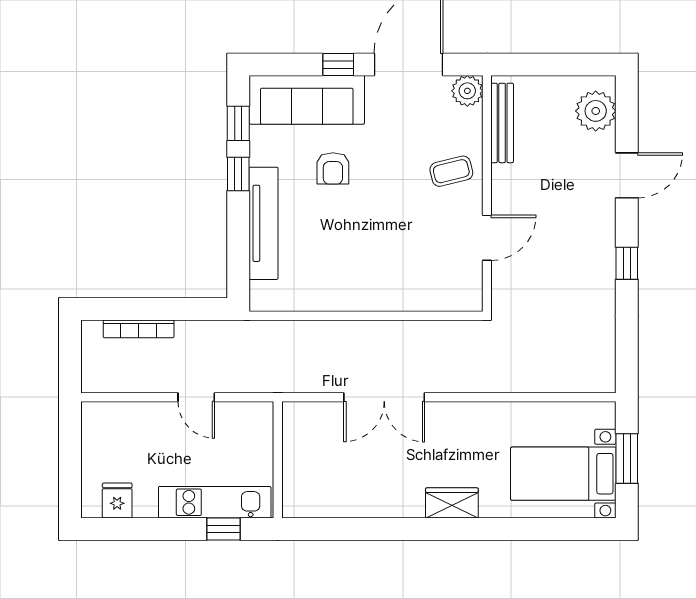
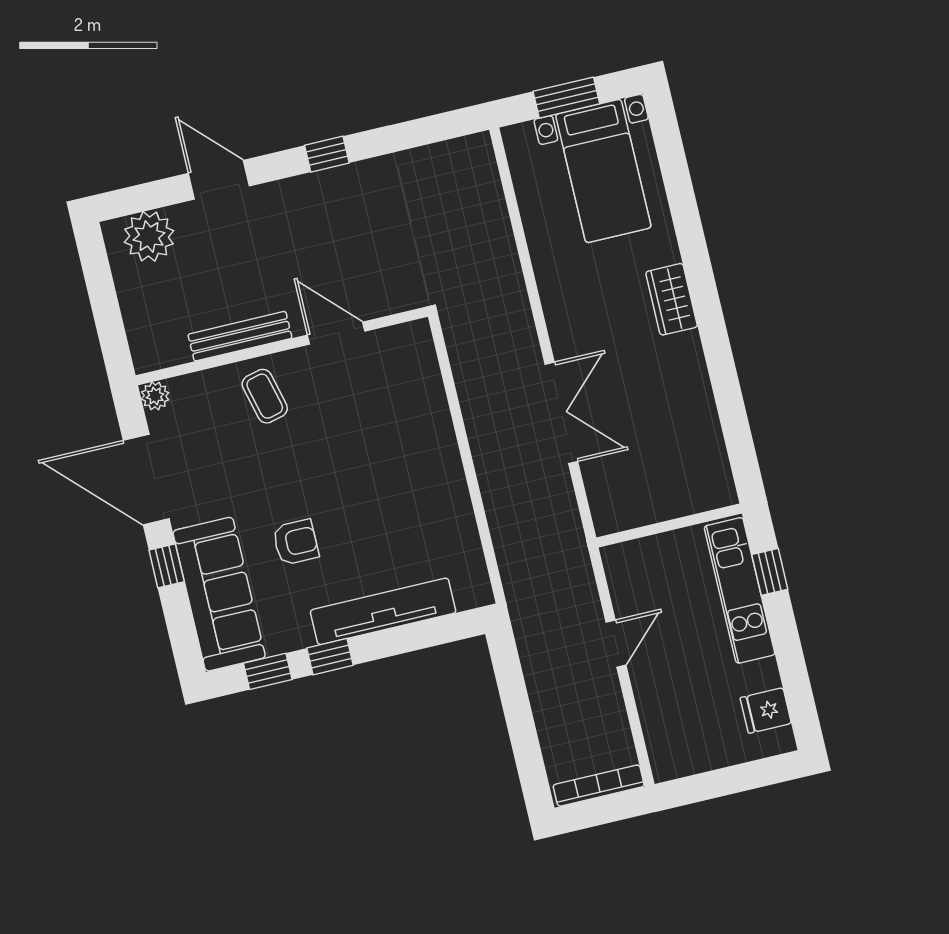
plant: (467, 91) -> (155, 396), width x0.73, depth x0.73
bench: (502, 123) -> (240, 336), moved
bookcase: (139, 329) -> (599, 786), moved, turned -90

